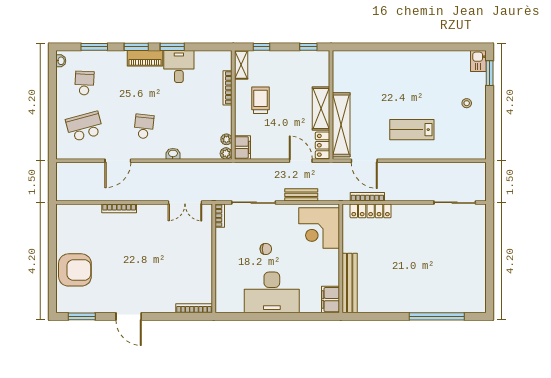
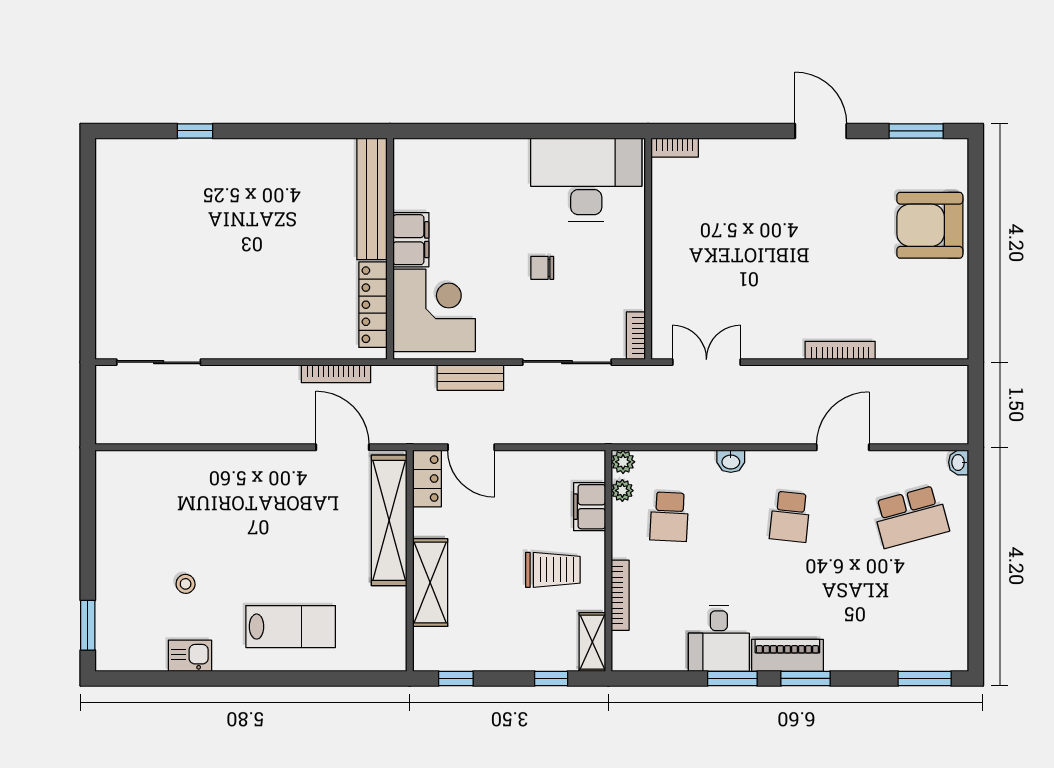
window: (94, 47) -> (925, 678), moved
washbasin: (61, 61) -> (959, 462), moved
kitchen sink: (478, 61) -> (190, 656), moved, turned -90
school desk: (84, 83) -> (669, 517), moved
trolley: (261, 100) -> (553, 570), turned -90
stool: (467, 103) -> (186, 584), moved
shelving: (321, 109) -> (430, 583), moved
lab bench: (412, 130) -> (291, 627), moved
filing cabinet: (243, 147) -> (590, 507), moved
locker: (371, 211) -> (373, 305), moved, turned -90
desk: (272, 292) -> (586, 180), moved
filing cabinet: (331, 300) -> (411, 240), moved
bookcase: (194, 308) -> (675, 148), width x0.64
window: (437, 316) -> (195, 131), width x0.32

